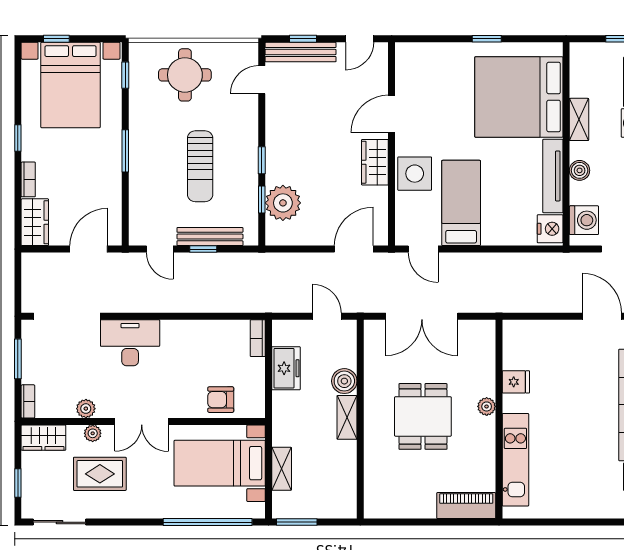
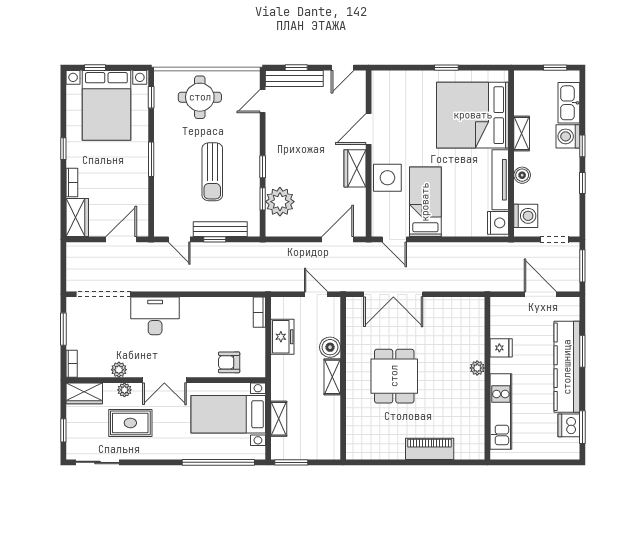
fridge: (516, 382) -> (501, 348), moved
plant: (487, 406) -> (477, 368), moved
wall: (499, 419) -> (487, 378), moved
kitchen unit: (515, 460) -> (501, 411), moved

